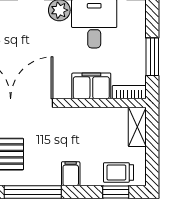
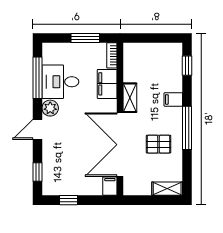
shelving: (137, 127) -> (130, 98), moved, turned 90
trolley: (118, 173) -> (172, 63), removed

